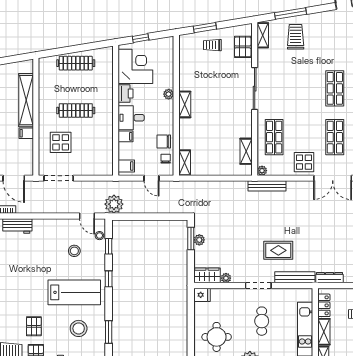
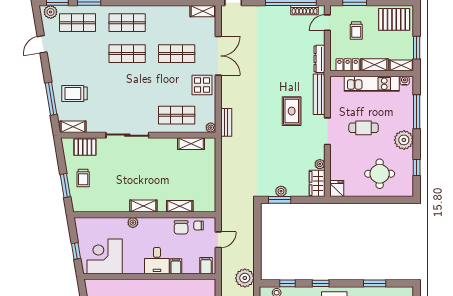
printer: (125, 93) -> (132, 266), removed
shelving: (185, 163) -> (180, 206), moved
bench: (267, 186) -> (226, 122), width x0.73

